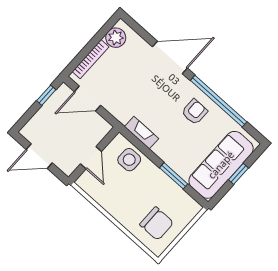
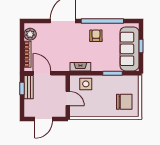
door: (87, 98) -> (42, 73), swing flipped
bench: (56, 101) -> (29, 87), added

